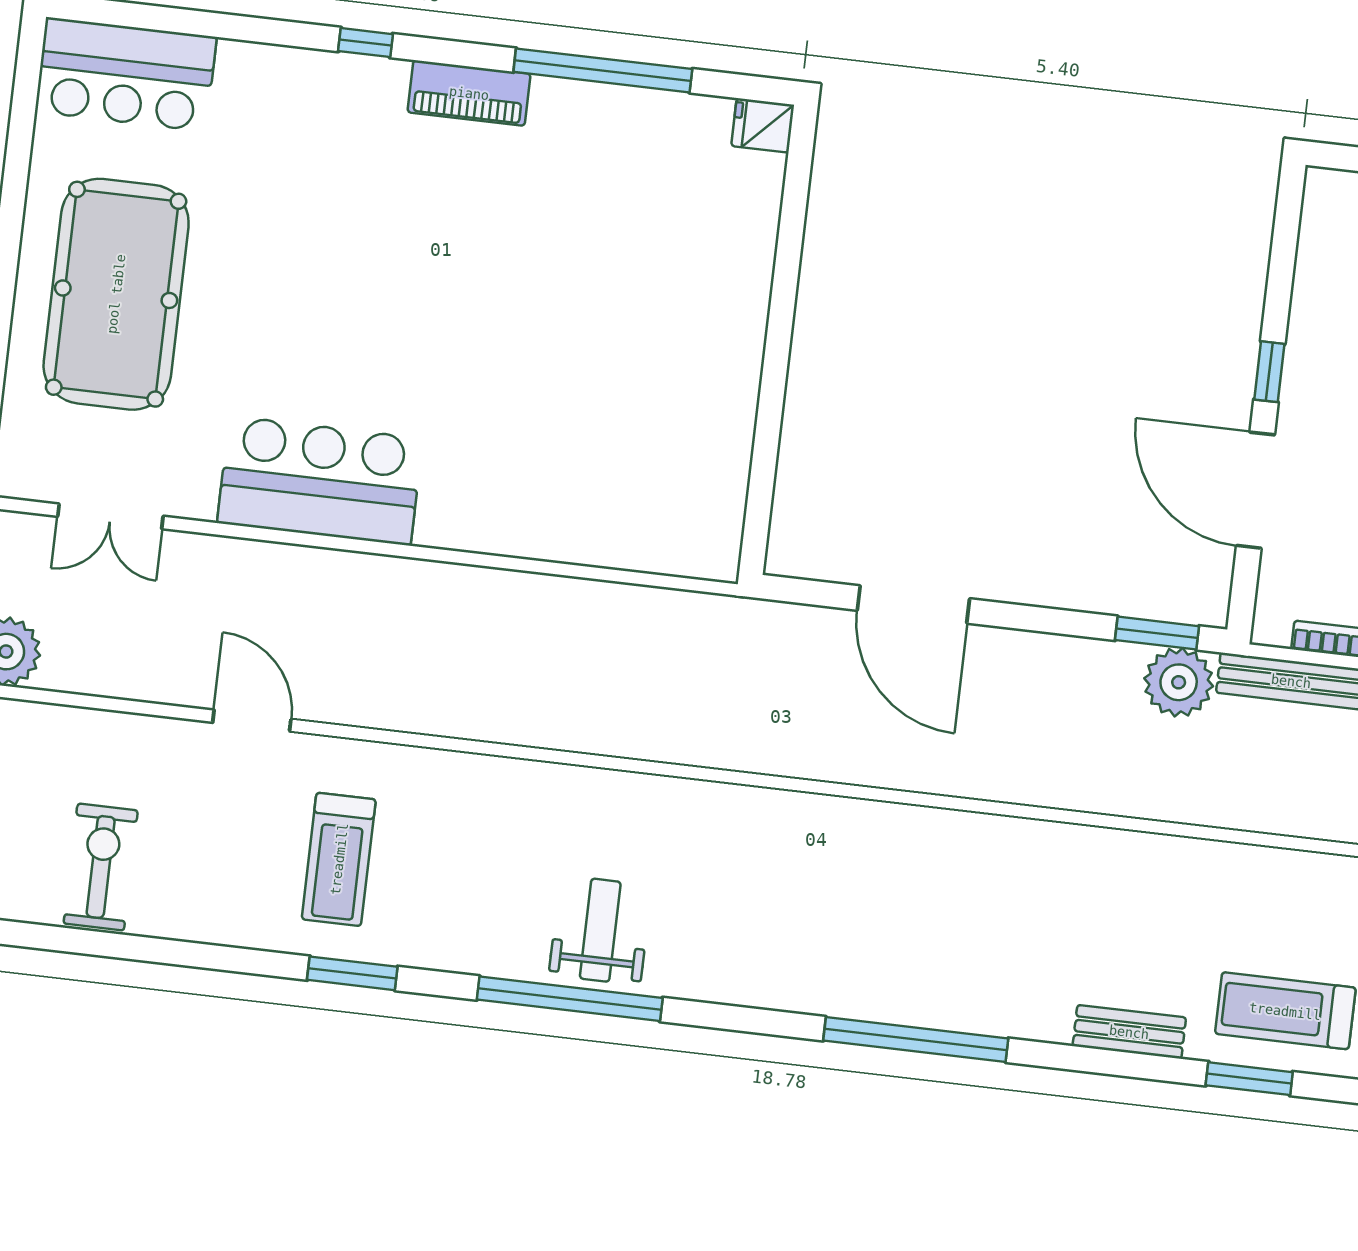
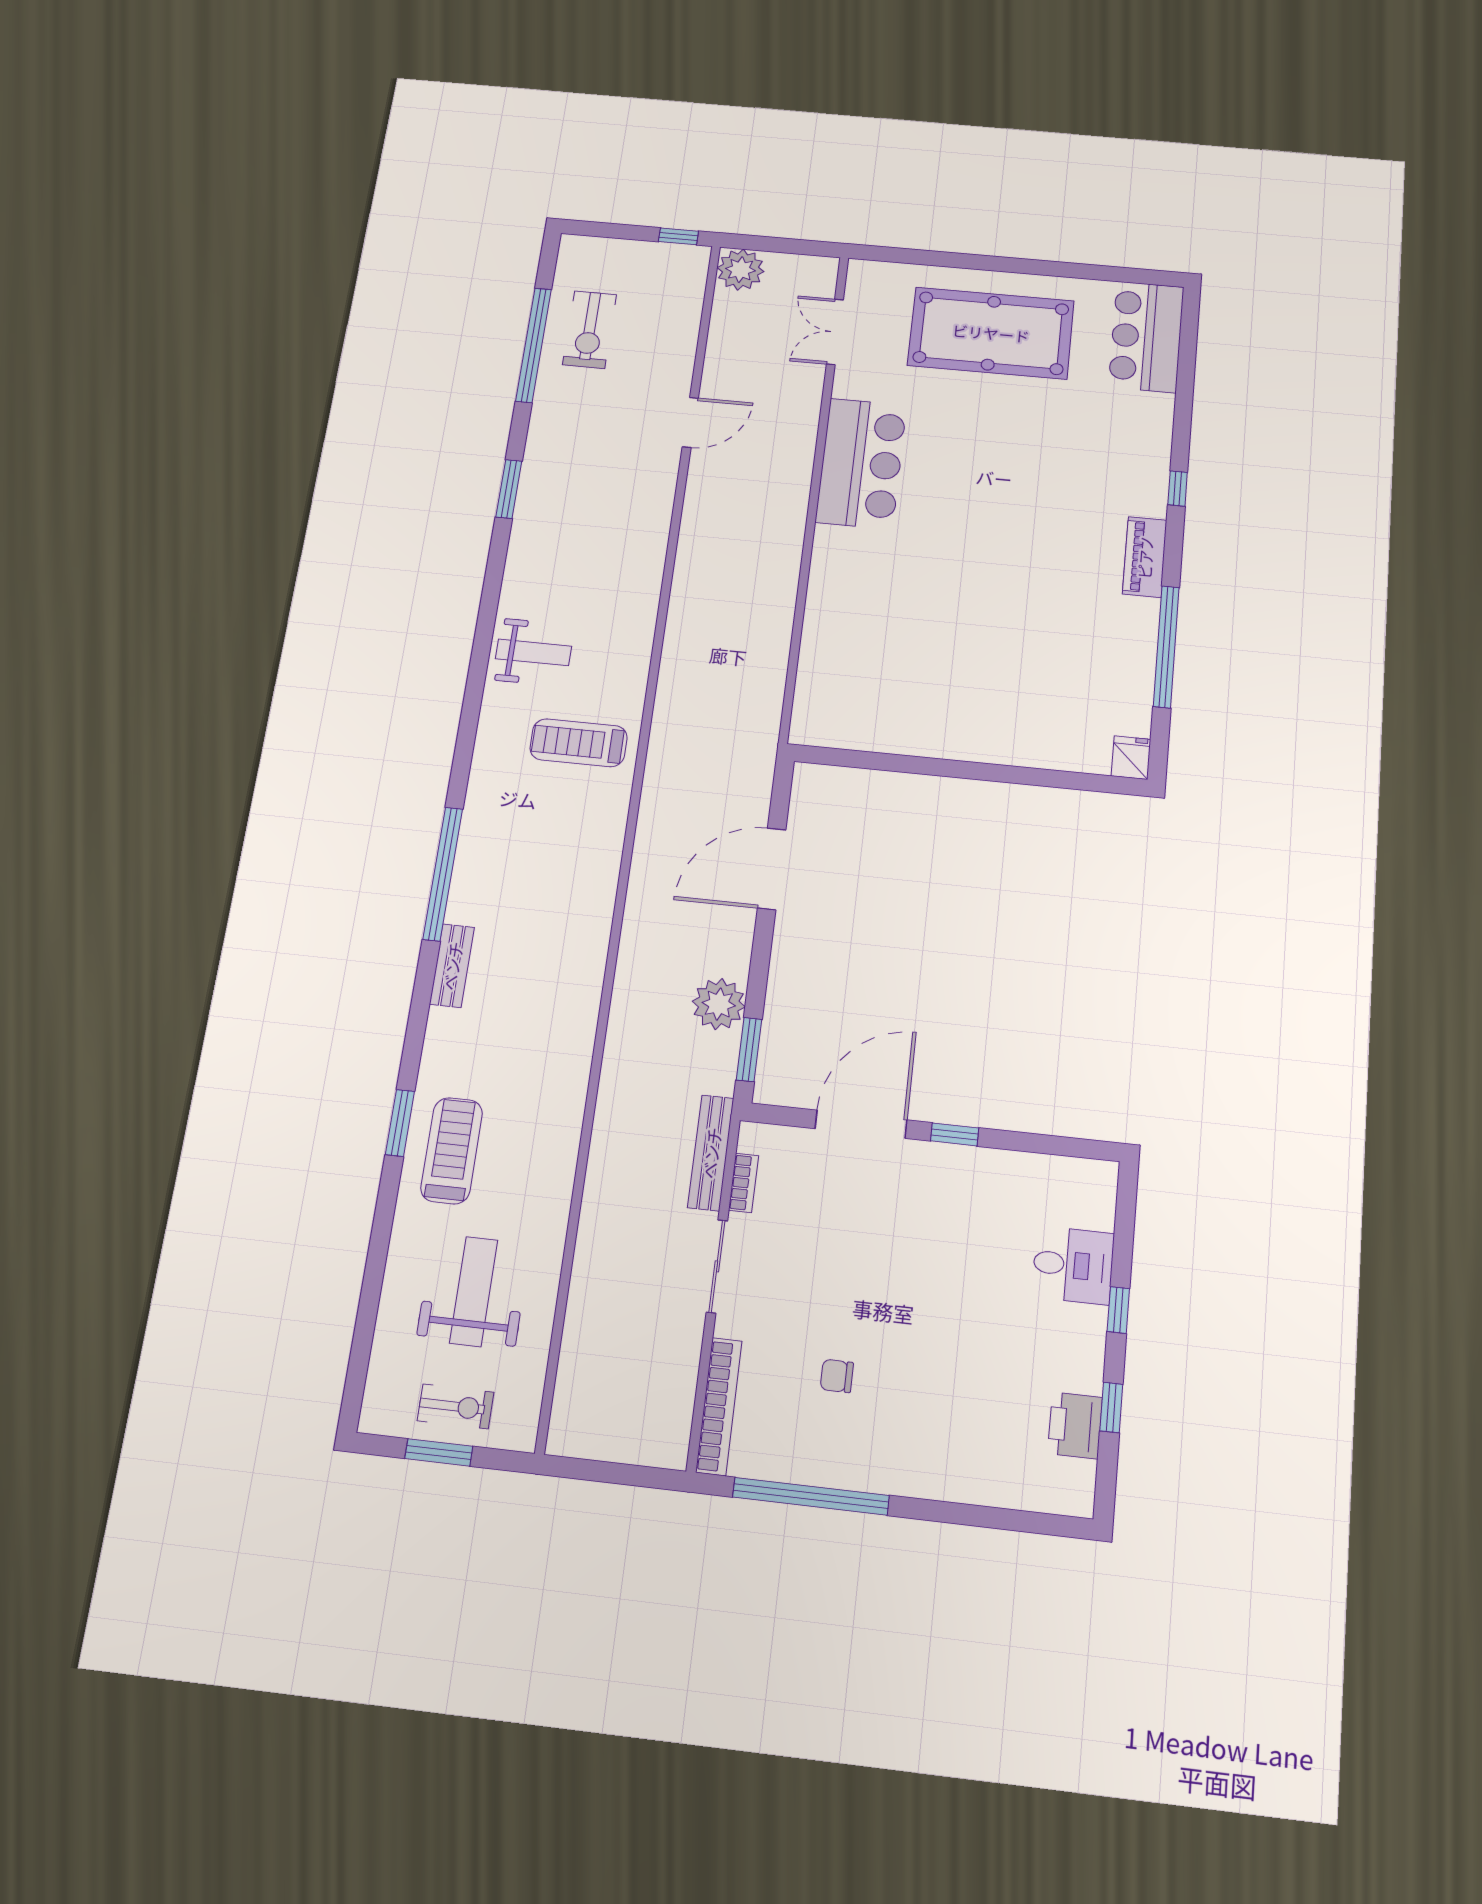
plant: (1179, 682) -> (719, 1004), moved
treadmill: (339, 859) -> (579, 743), moved
exercise bike: (101, 867) -> (590, 330), turned 90
window: (570, 999) -> (534, 345), moved
bench: (1129, 1032) -> (452, 966), moved

